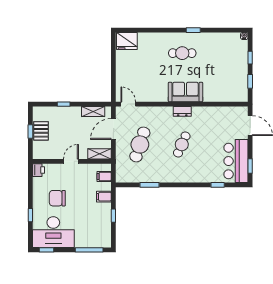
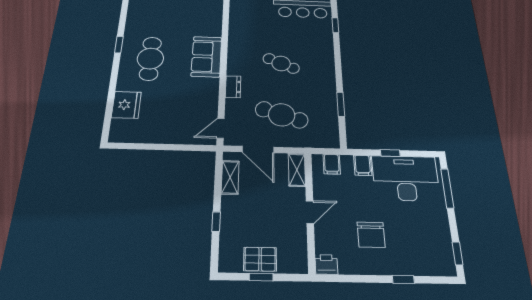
fridge: (127, 41) -> (126, 105), moved
cafe table: (182, 53) -> (150, 59), width x1.37, depth x1.35
dresser: (182, 111) -> (233, 87), moved
door: (71, 161) -> (310, 212), swing flipped
desk: (53, 232) -> (406, 178), moved, turned -90

